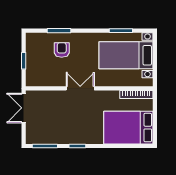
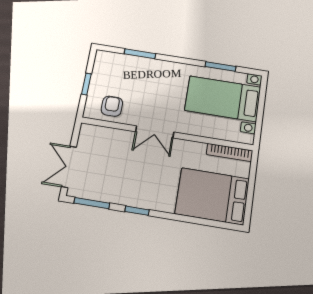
armchair: (62, 50) -> (112, 106), moved
double door: (80, 88) -> (155, 132), swing flipped
double door: (24, 108) -> (69, 167), moved

